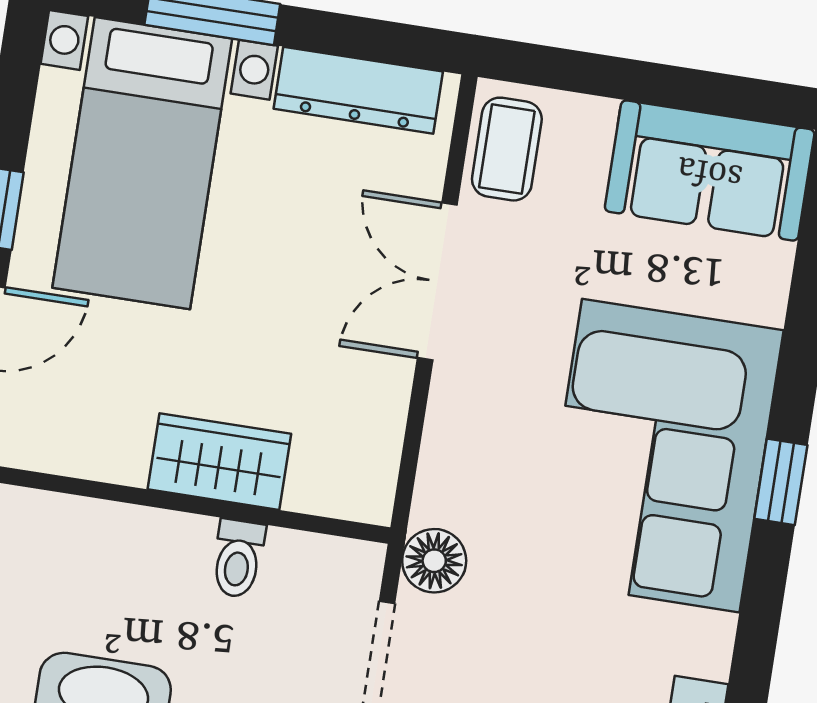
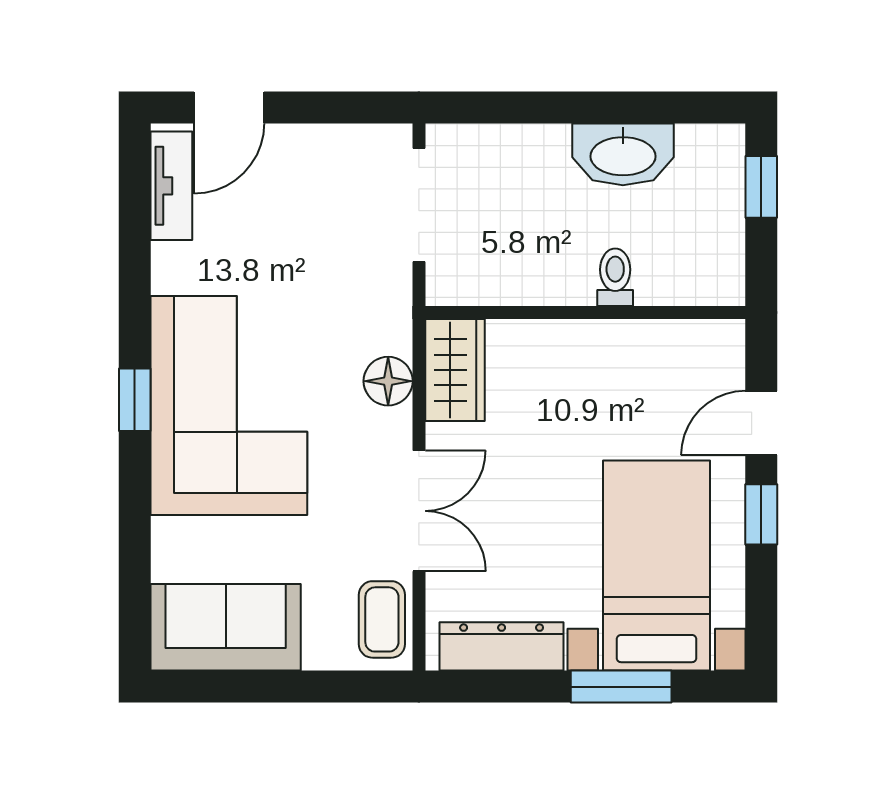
wardrobe: (219, 462) -> (455, 370), moved, turned -90
toilet: (238, 559) -> (615, 277), moved
floor lamp: (434, 561) -> (388, 381), moved

